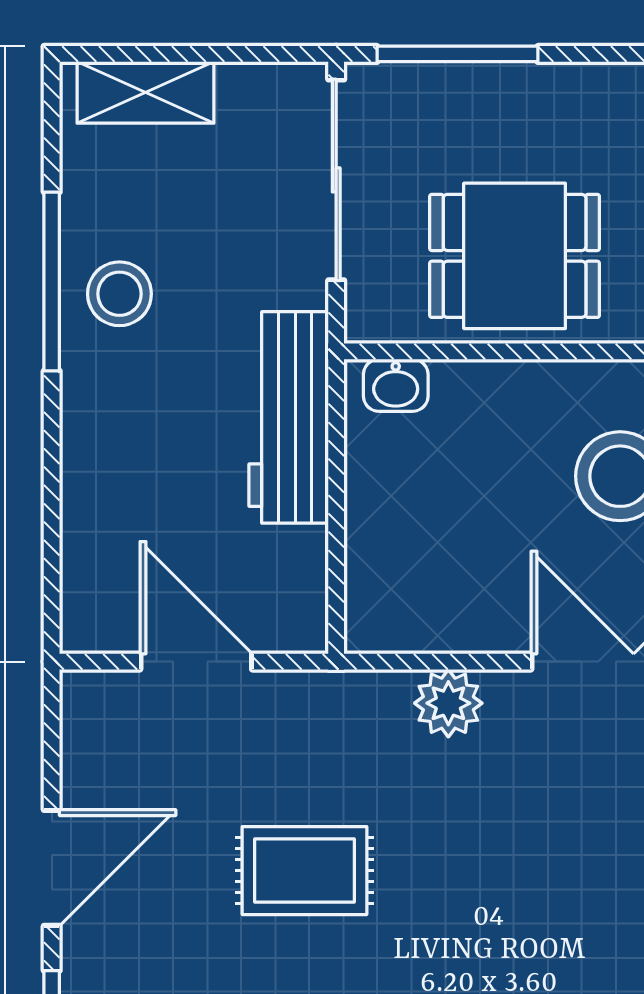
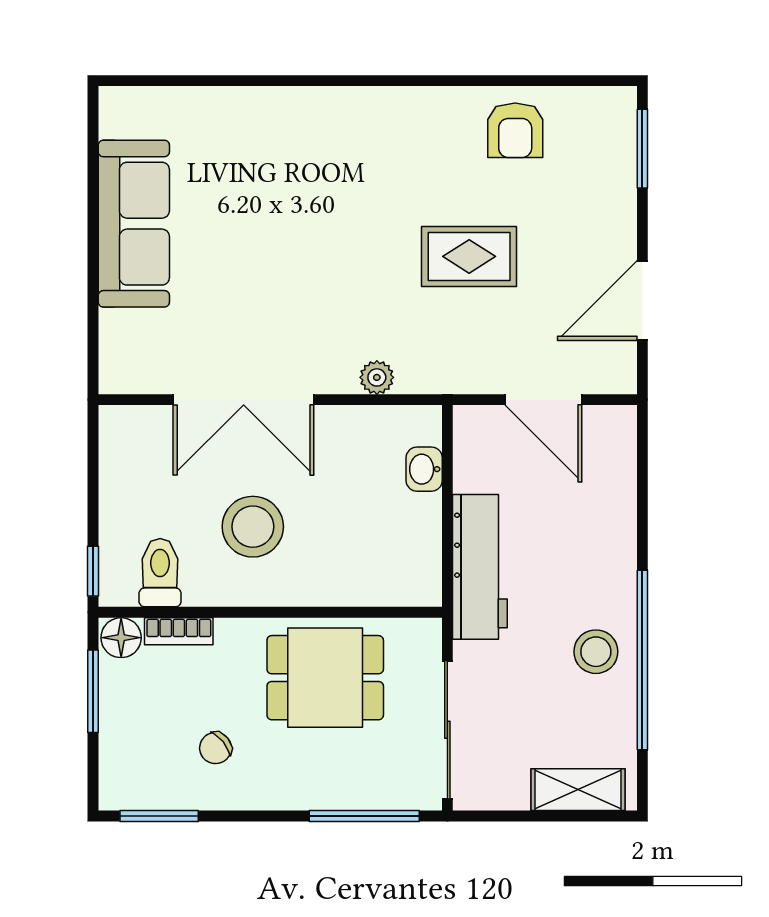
window: (52, 282) -> (642, 660), width x1.46
washbasin: (396, 385) -> (424, 469), moved, turned -90
plant: (448, 703) -> (377, 377), width x0.73, depth x0.73
door: (52, 868) -> (642, 300), moved

